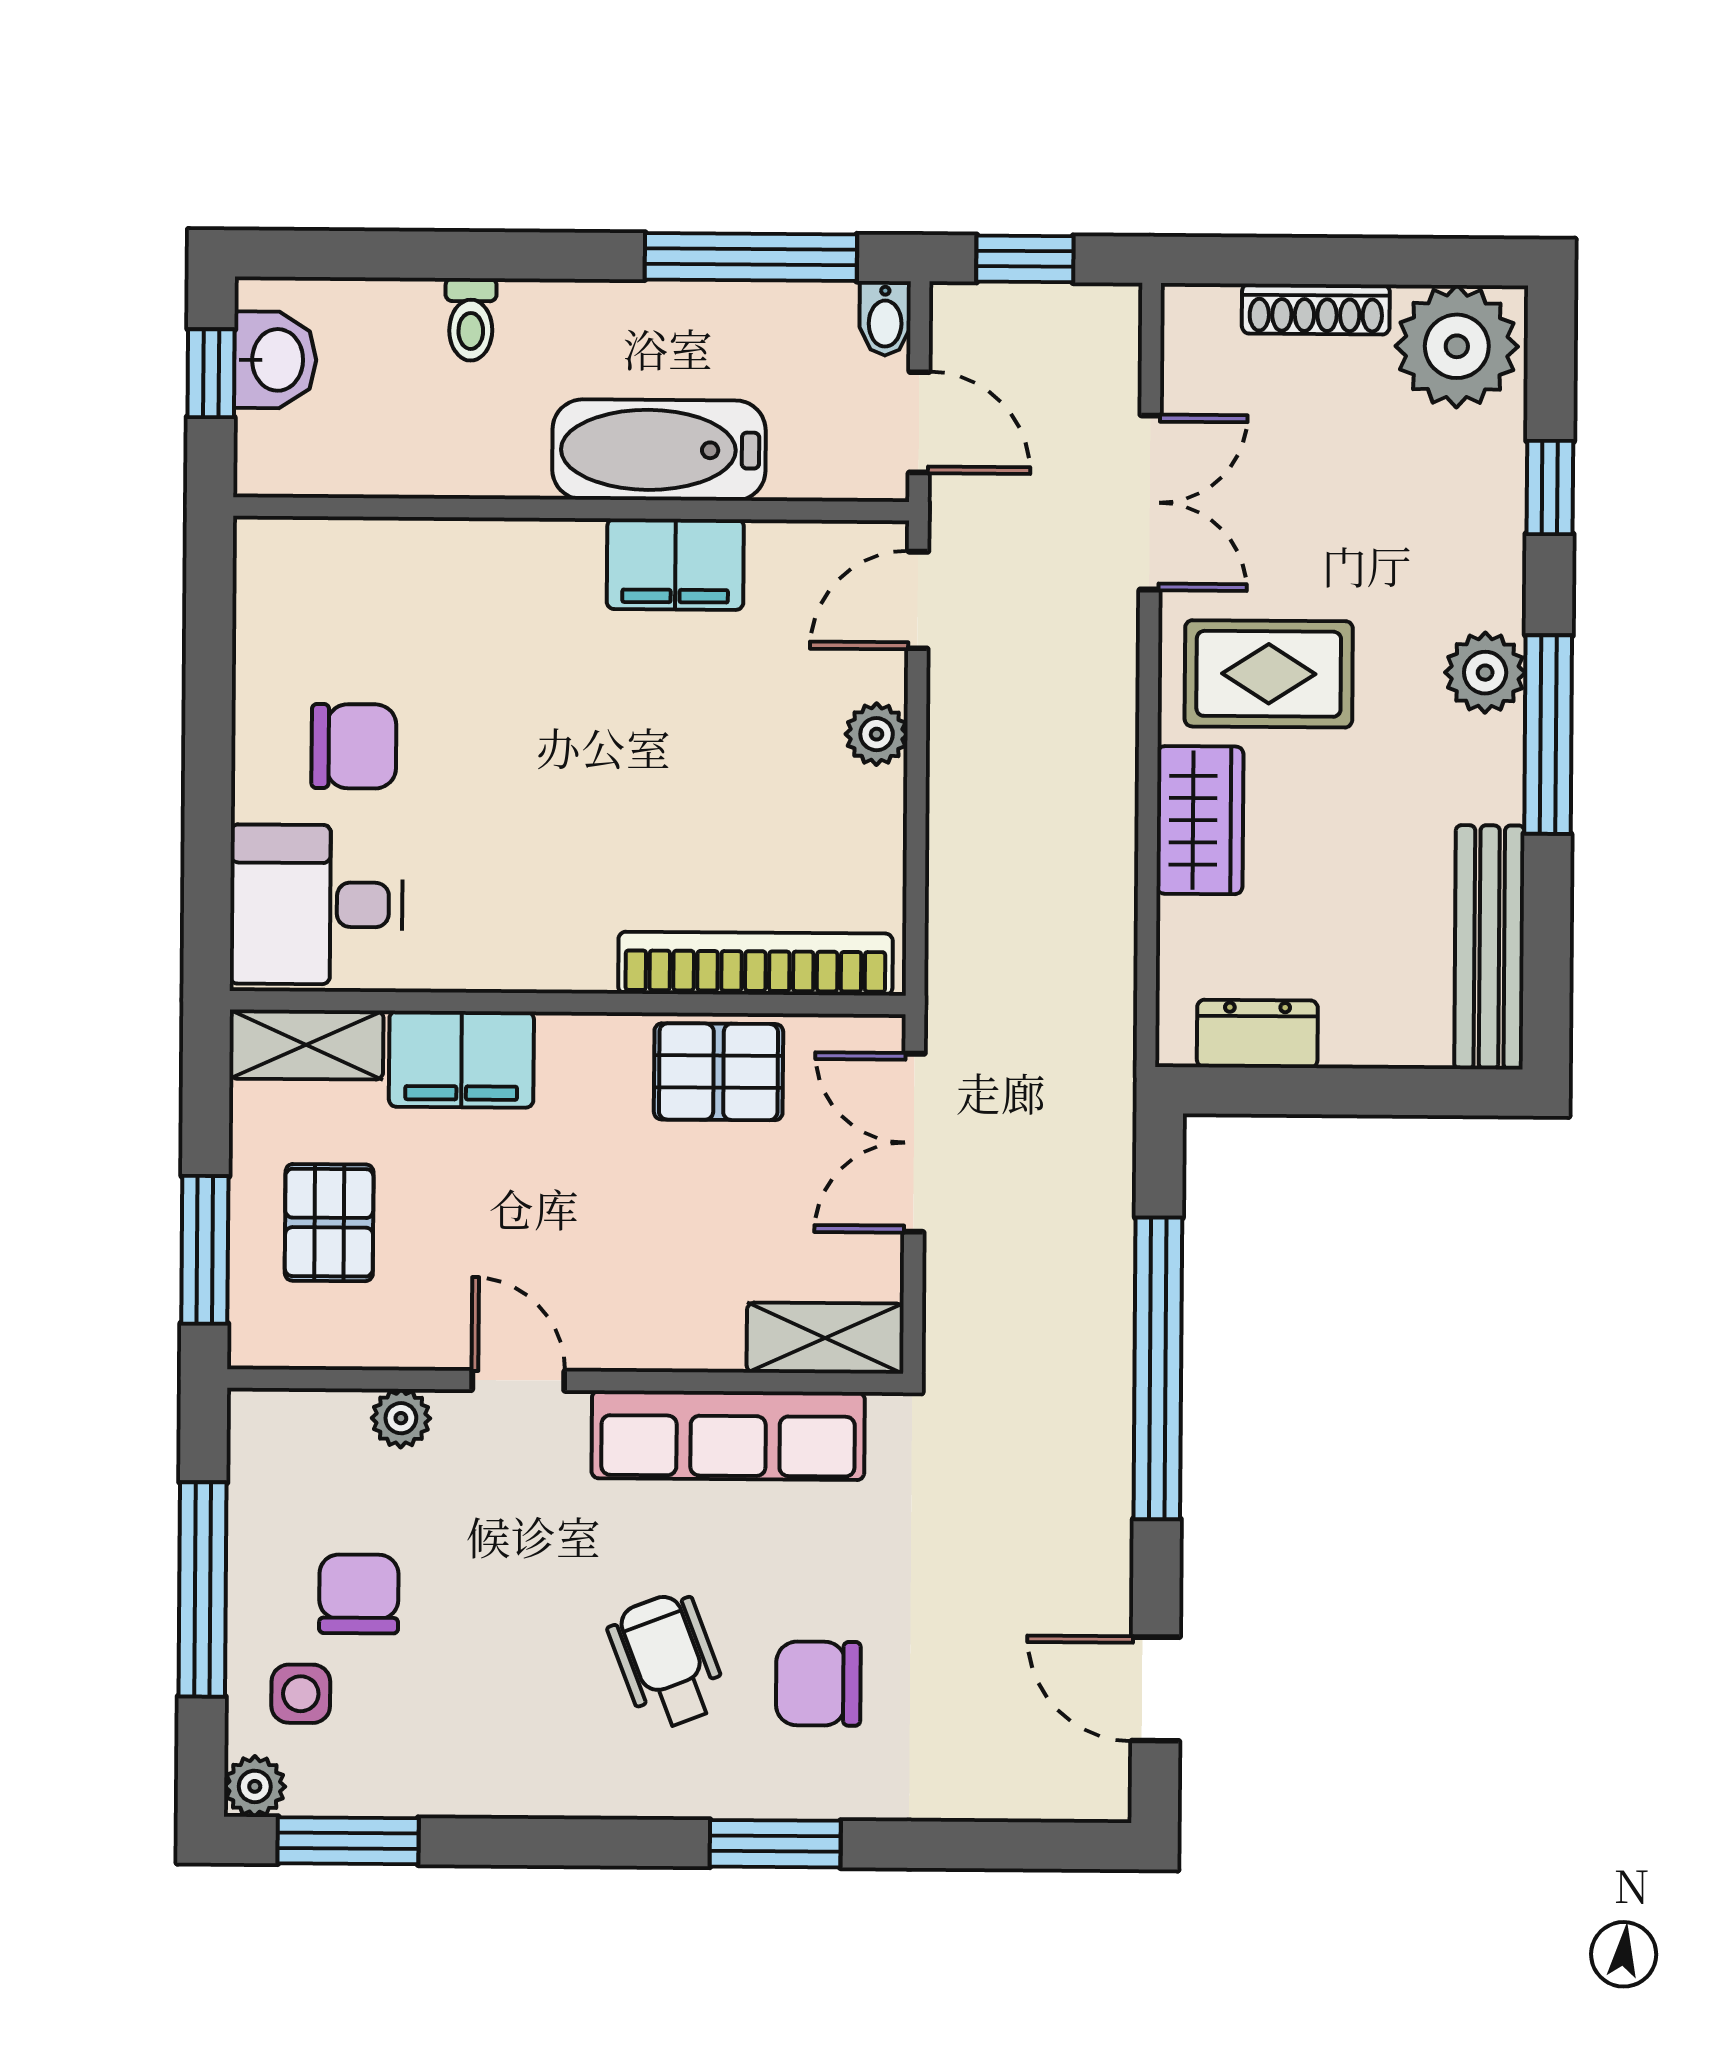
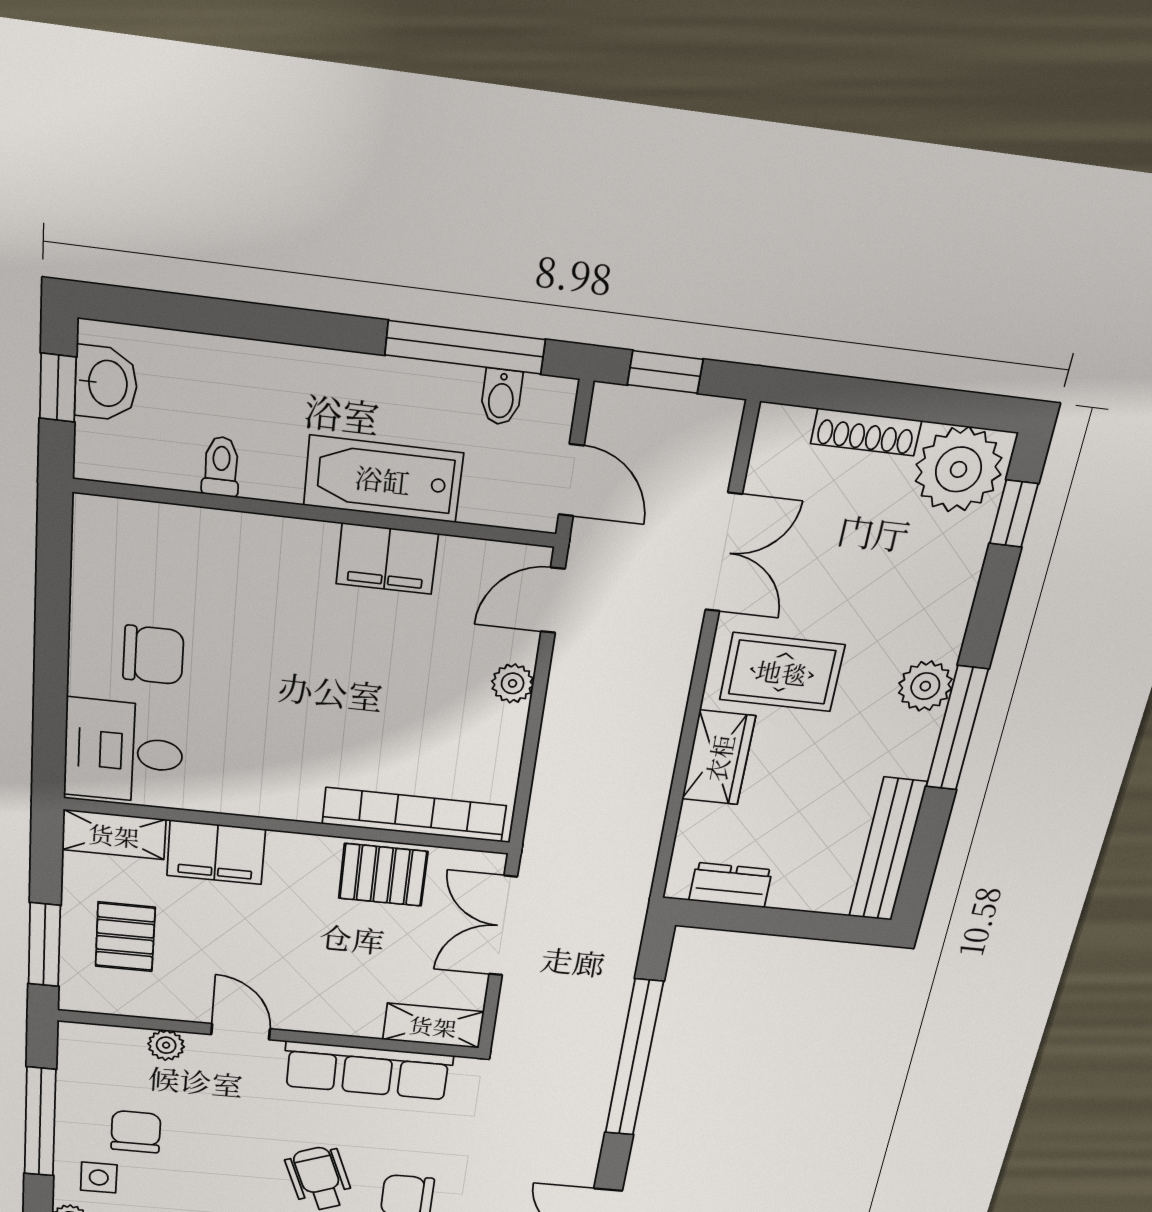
bidet: (885, 318) -> (501, 397), moved
toilet: (471, 319) -> (221, 467), moved, turned 180
window: (1550, 488) -> (1014, 514), moved

